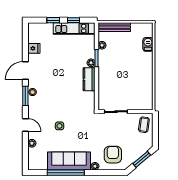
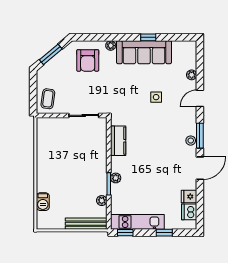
window: (73, 20) -> (125, 233), moved
dishwasher: (34, 36) -> (189, 212), added
kitchen counter: (89, 79) -> (118, 141), moved
door: (25, 125) -> (200, 98), hinge flipped
window: (66, 173) -> (148, 37), width x0.32

